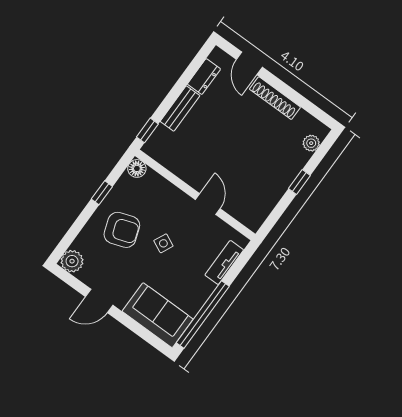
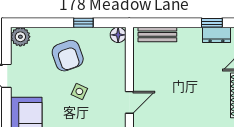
bench: (180, 108) -> (157, 34), moved
window: (147, 130) -> (212, 23), moved

